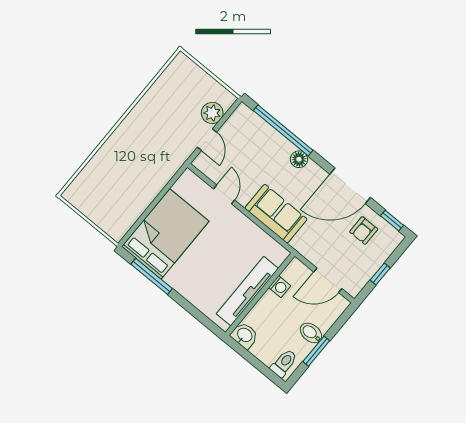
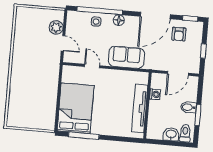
side table: (269, 141) -> (96, 22), added
washbasin: (244, 335) -> (171, 134), moved

